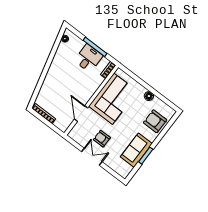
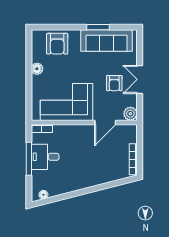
plant: (74, 134) -> (130, 114), added
sofa: (136, 150) -> (107, 40), width x1.36

